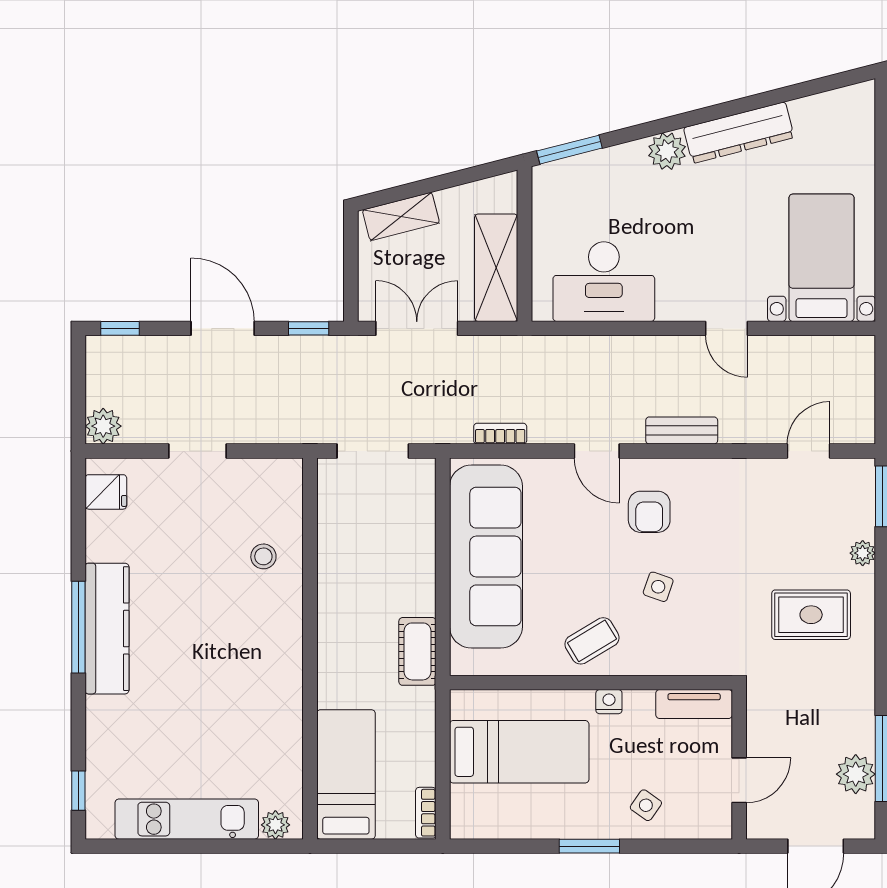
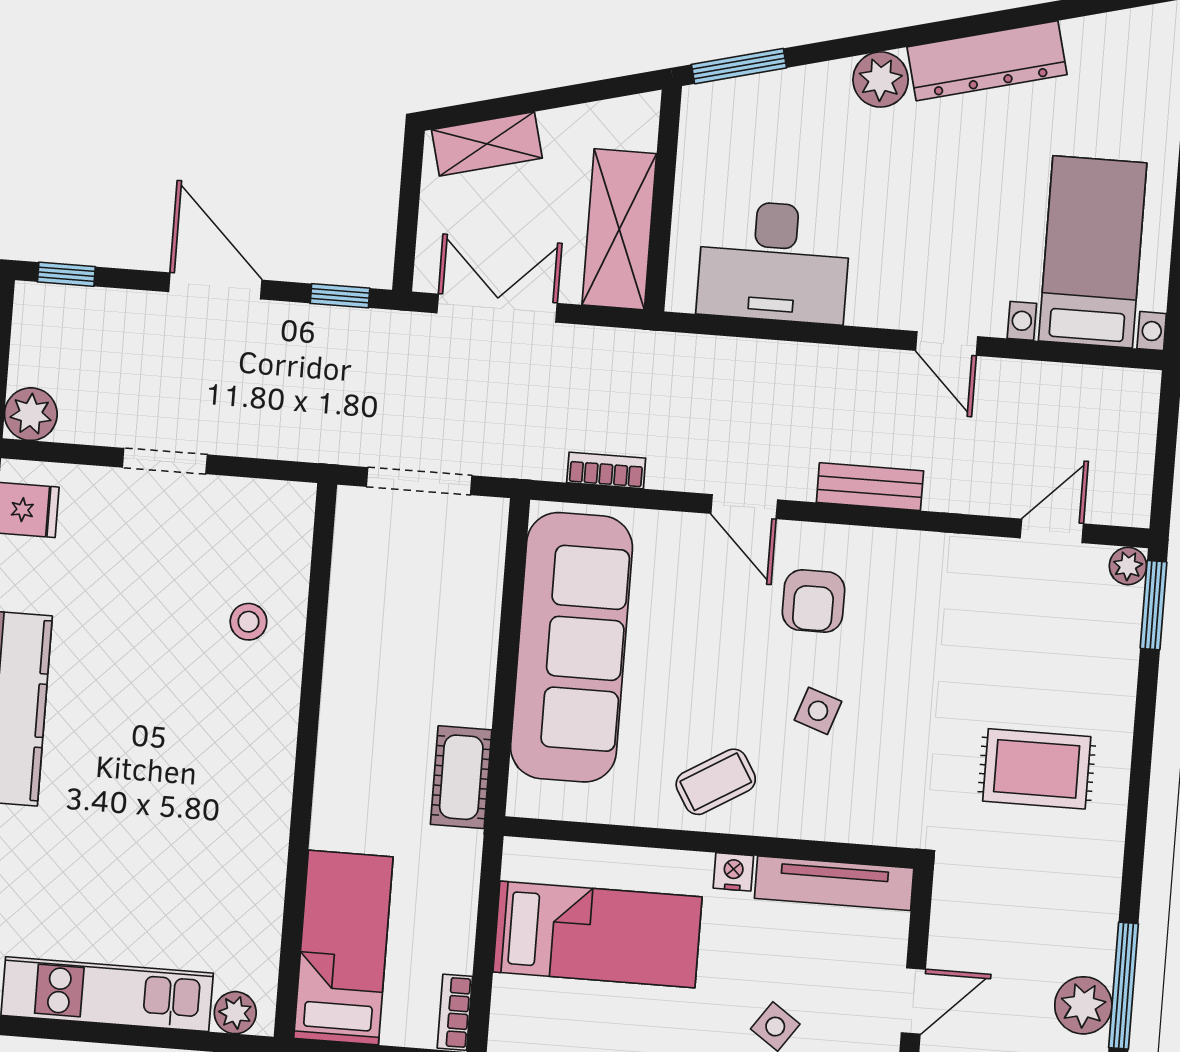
plant: (863, 553) -> (1128, 566), moved
tv unit: (694, 704) -> (834, 883), width x1.41

